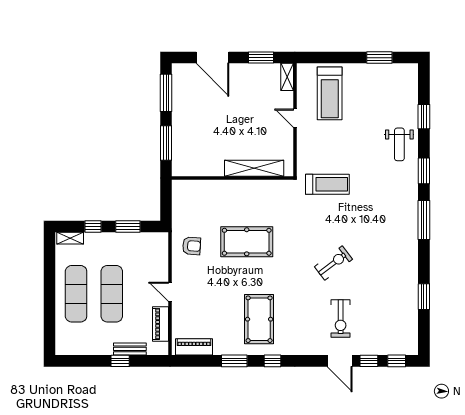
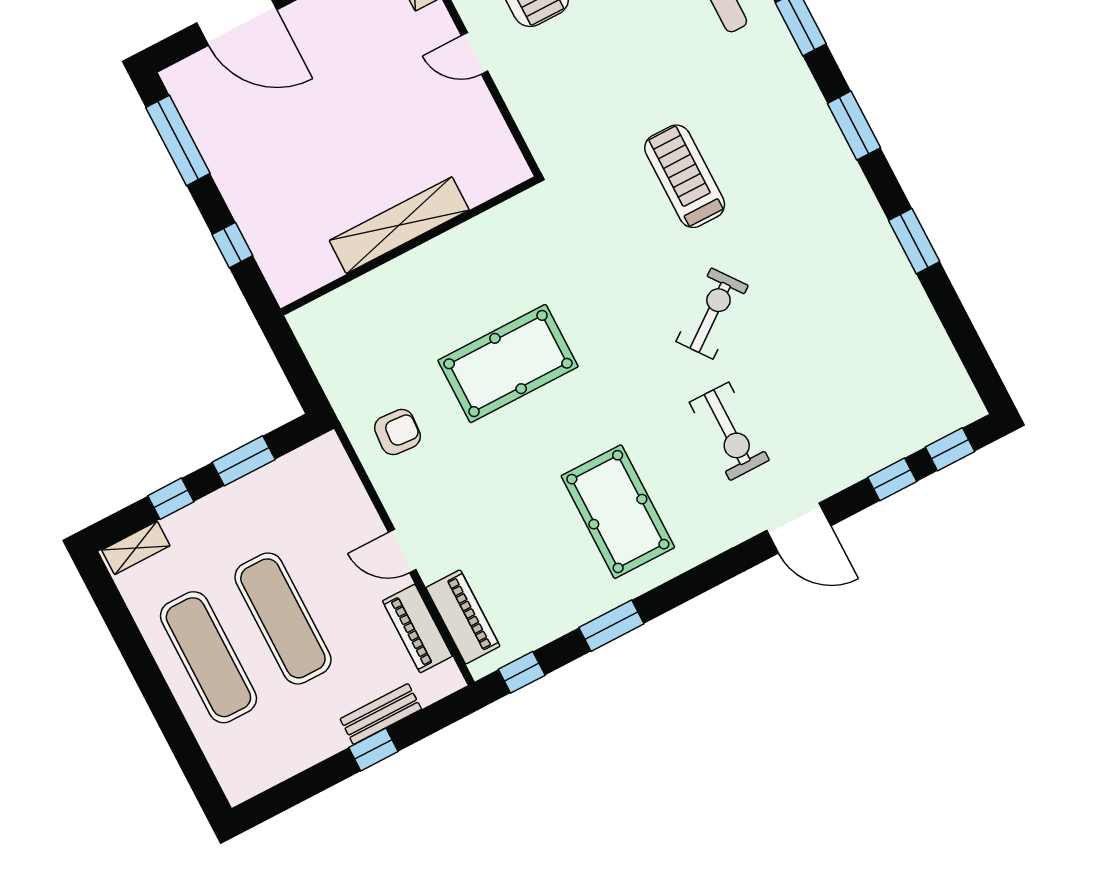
window: (166, 143) -> (232, 245), width x0.46
shelving: (254, 168) -> (399, 225), moved
treadmill: (327, 184) -> (685, 176), moved, turned -90
window: (424, 220) -> (854, 126), width x0.69
window: (424, 297) -> (914, 241), moved
exercise bike: (341, 319) -> (729, 431), moved
piano: (194, 347) -> (463, 617), moved, turned 90
window: (272, 361) -> (522, 672), moved
door: (340, 361) -> (799, 528), moved

